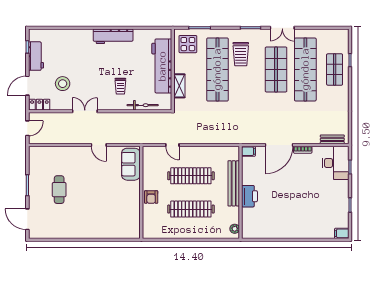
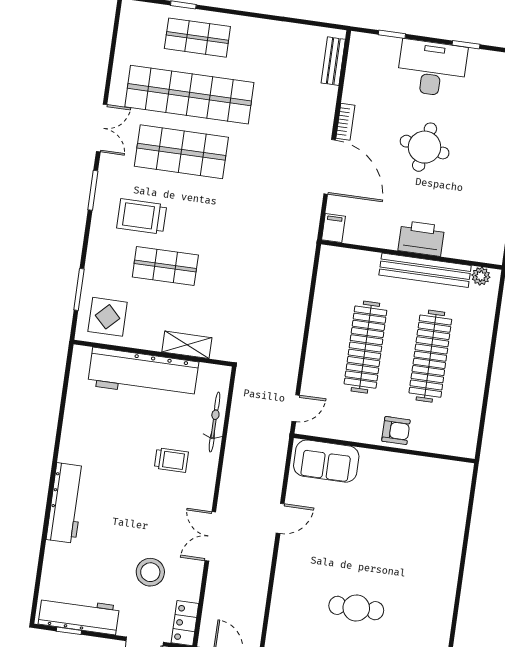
workbench: (113, 36) -> (66, 503), moved
trolley: (241, 54) -> (142, 216), turned 180
workbench: (36, 56) -> (79, 615), width x1.38
shop shelf: (217, 69) -> (165, 266), width x0.50, depth x0.74
door: (172, 145) -> (296, 408), moved
desk: (336, 163) -> (432, 68), moved
bench: (234, 183) -> (425, 270), moved
round table: (296, 191) -> (425, 147), added

